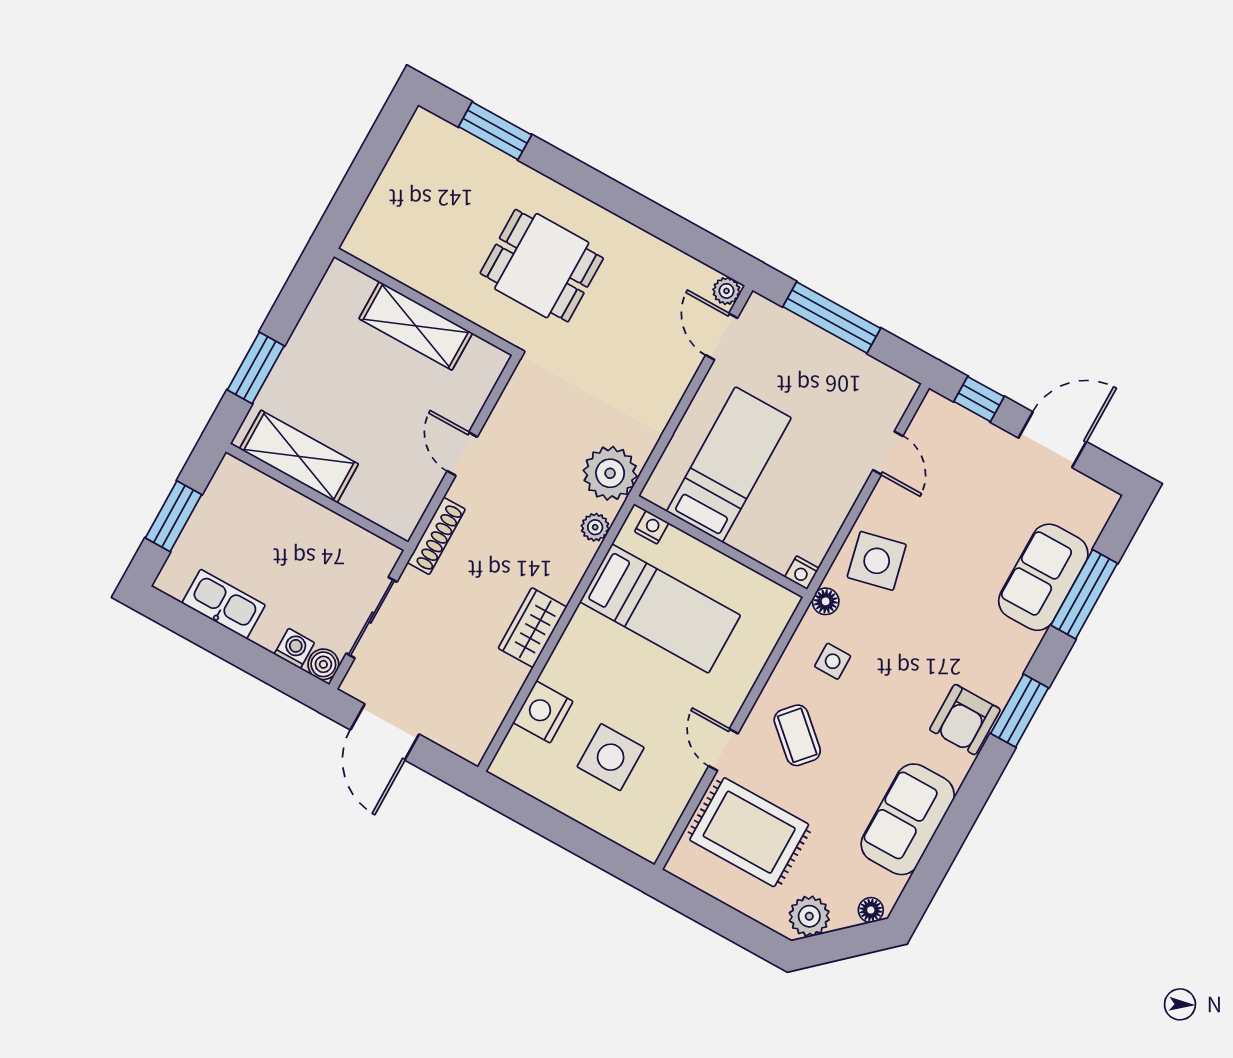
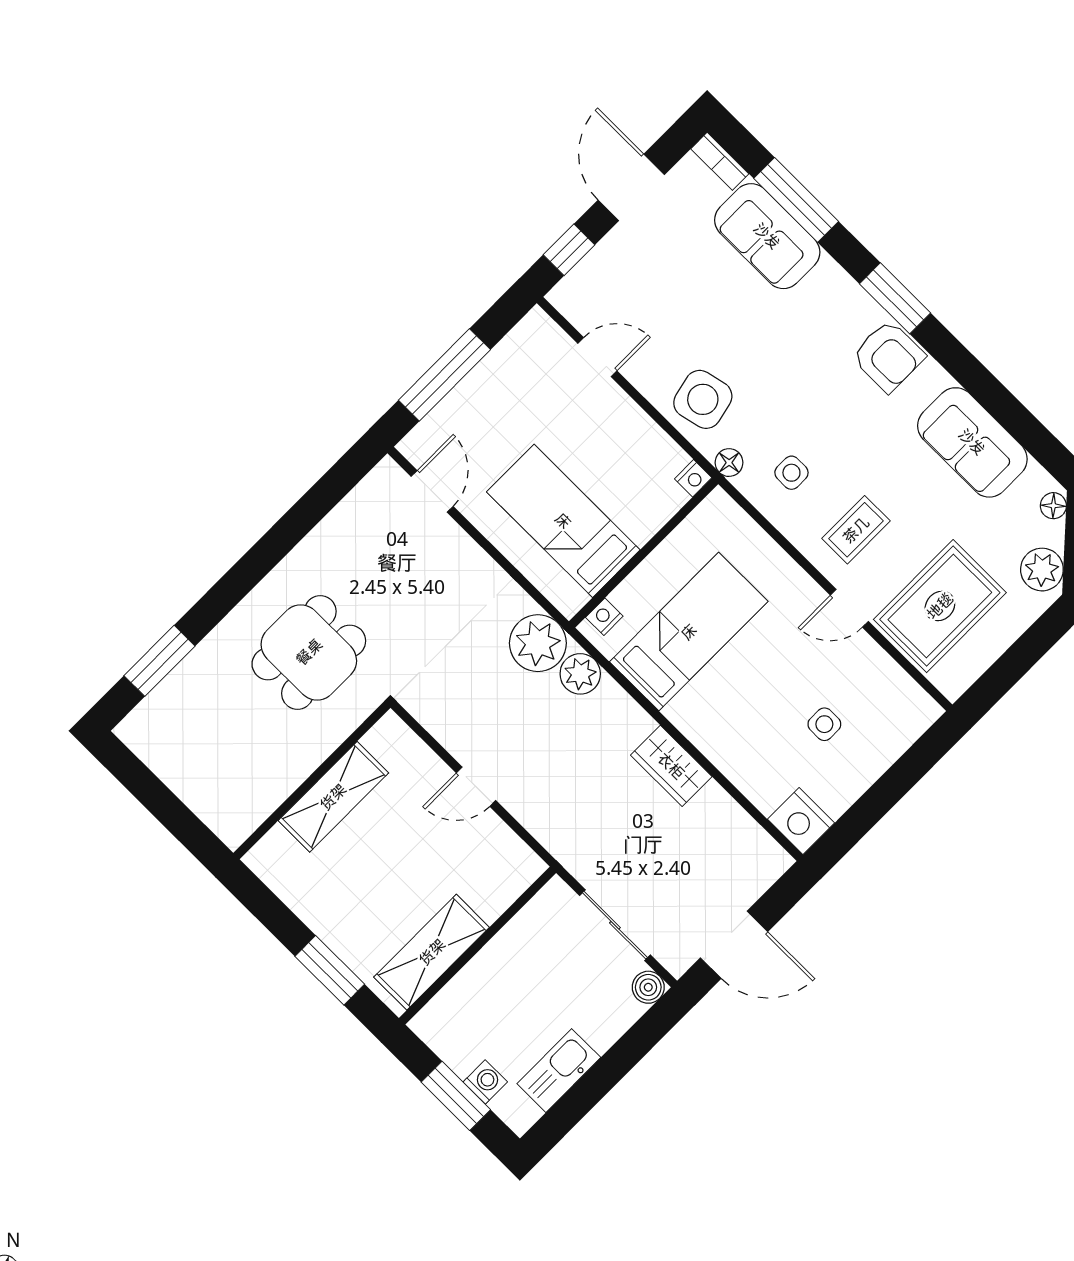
plant: (726, 291) -> (387, 473), removed
door: (722, 337) -> (432, 491), swing flipped
bookcase: (1099, 514) -> (720, 161), added
plant: (595, 527) -> (580, 674), width x1.38, depth x1.38
shoe rack: (436, 536) -> (551, 836), removed
washing machine: (294, 648) -> (485, 1082), moved, turned 90
nightstand: (543, 712) -> (801, 821), moved
coffee table: (797, 735) -> (856, 530), turned -42
side table: (611, 757) -> (824, 724), width x0.54, depth x0.54

